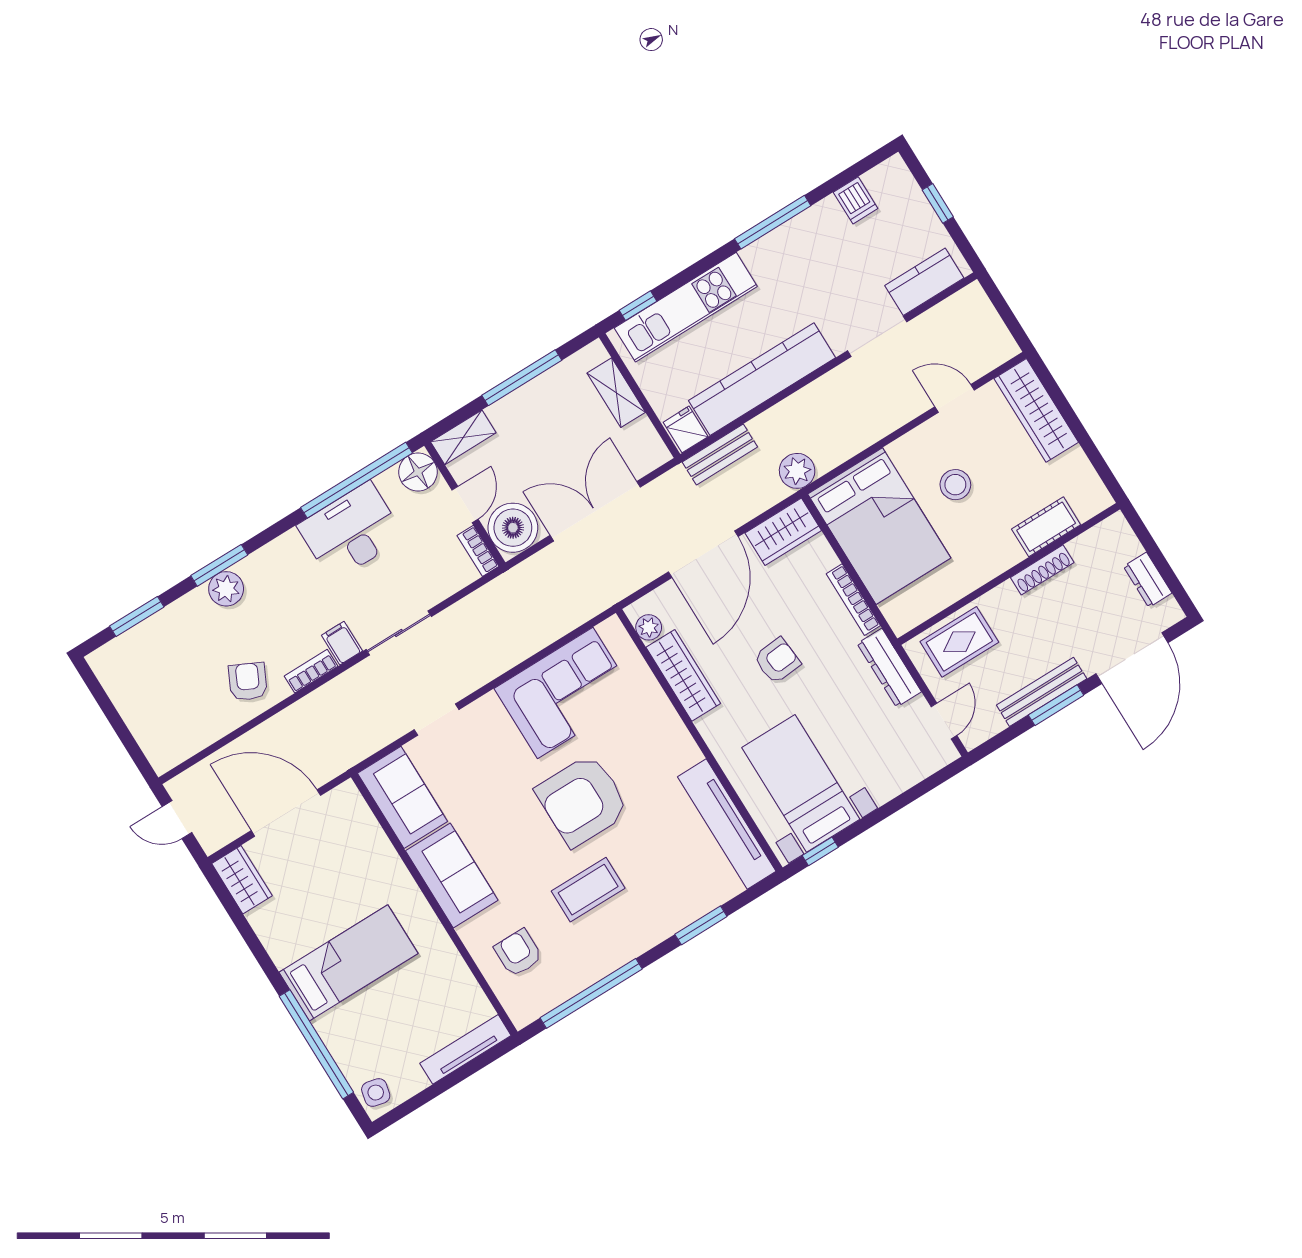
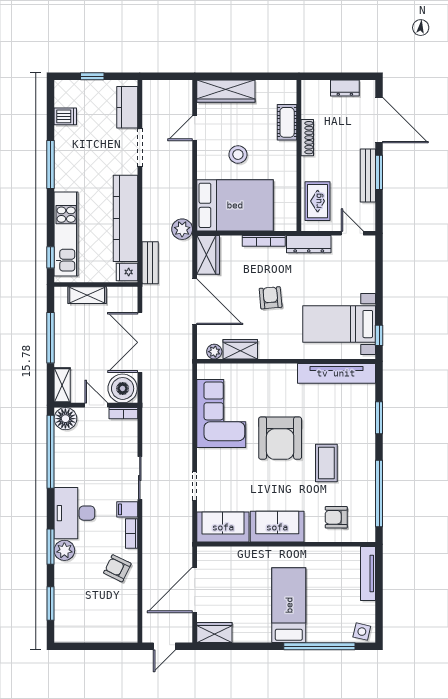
desk: (351, 531) -> (74, 513), moved
wardrobe: (683, 675) -> (240, 349), width x0.67

